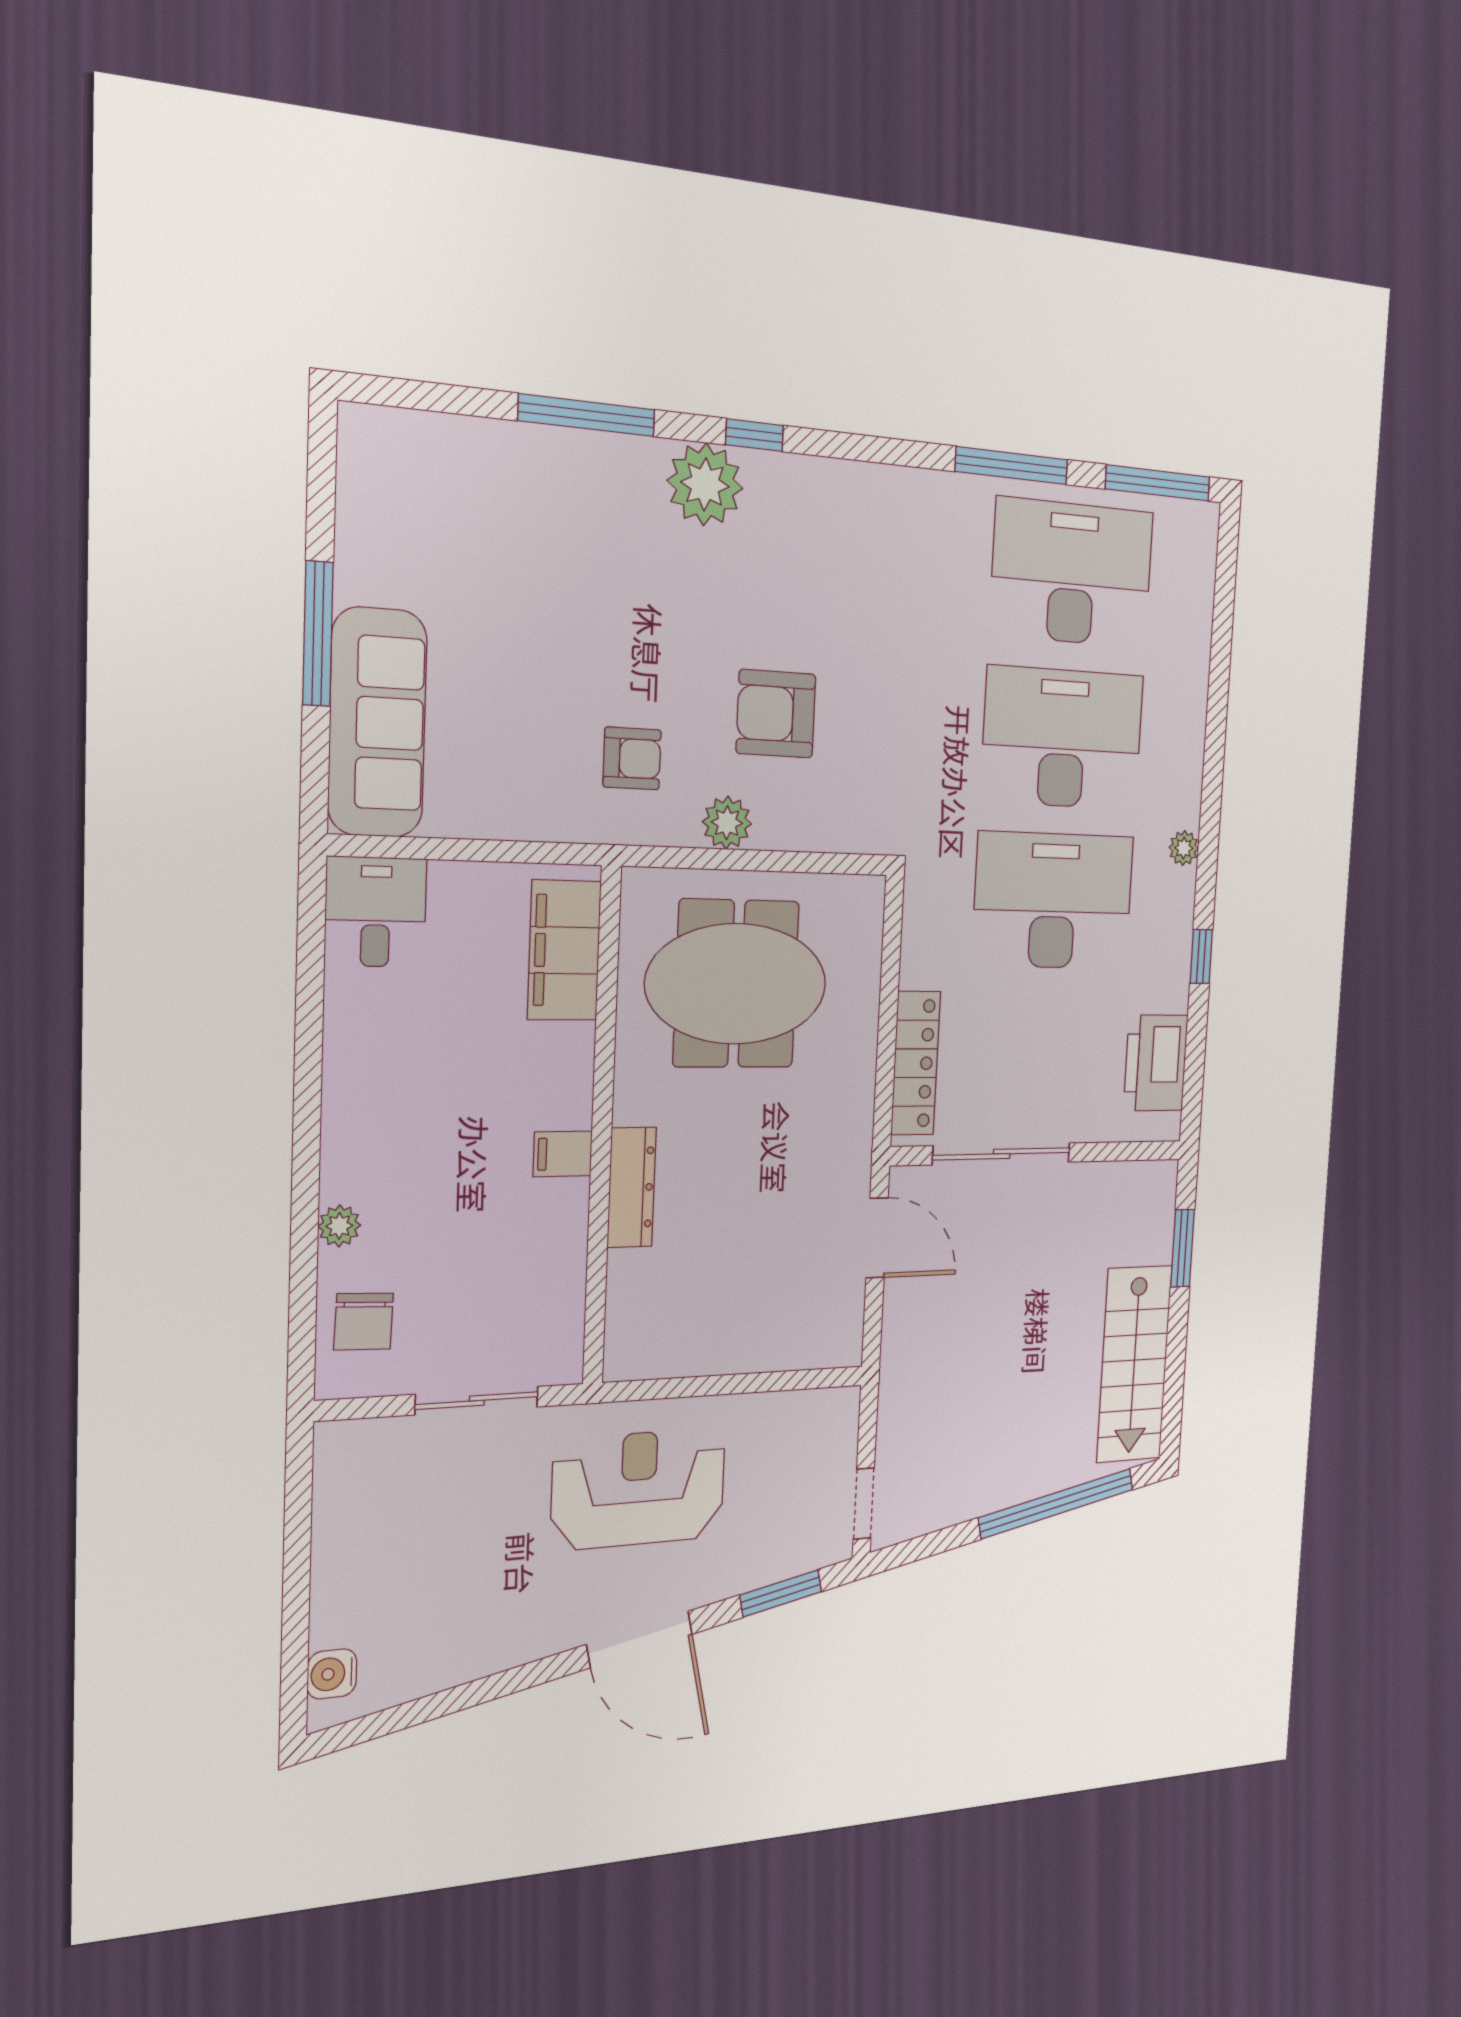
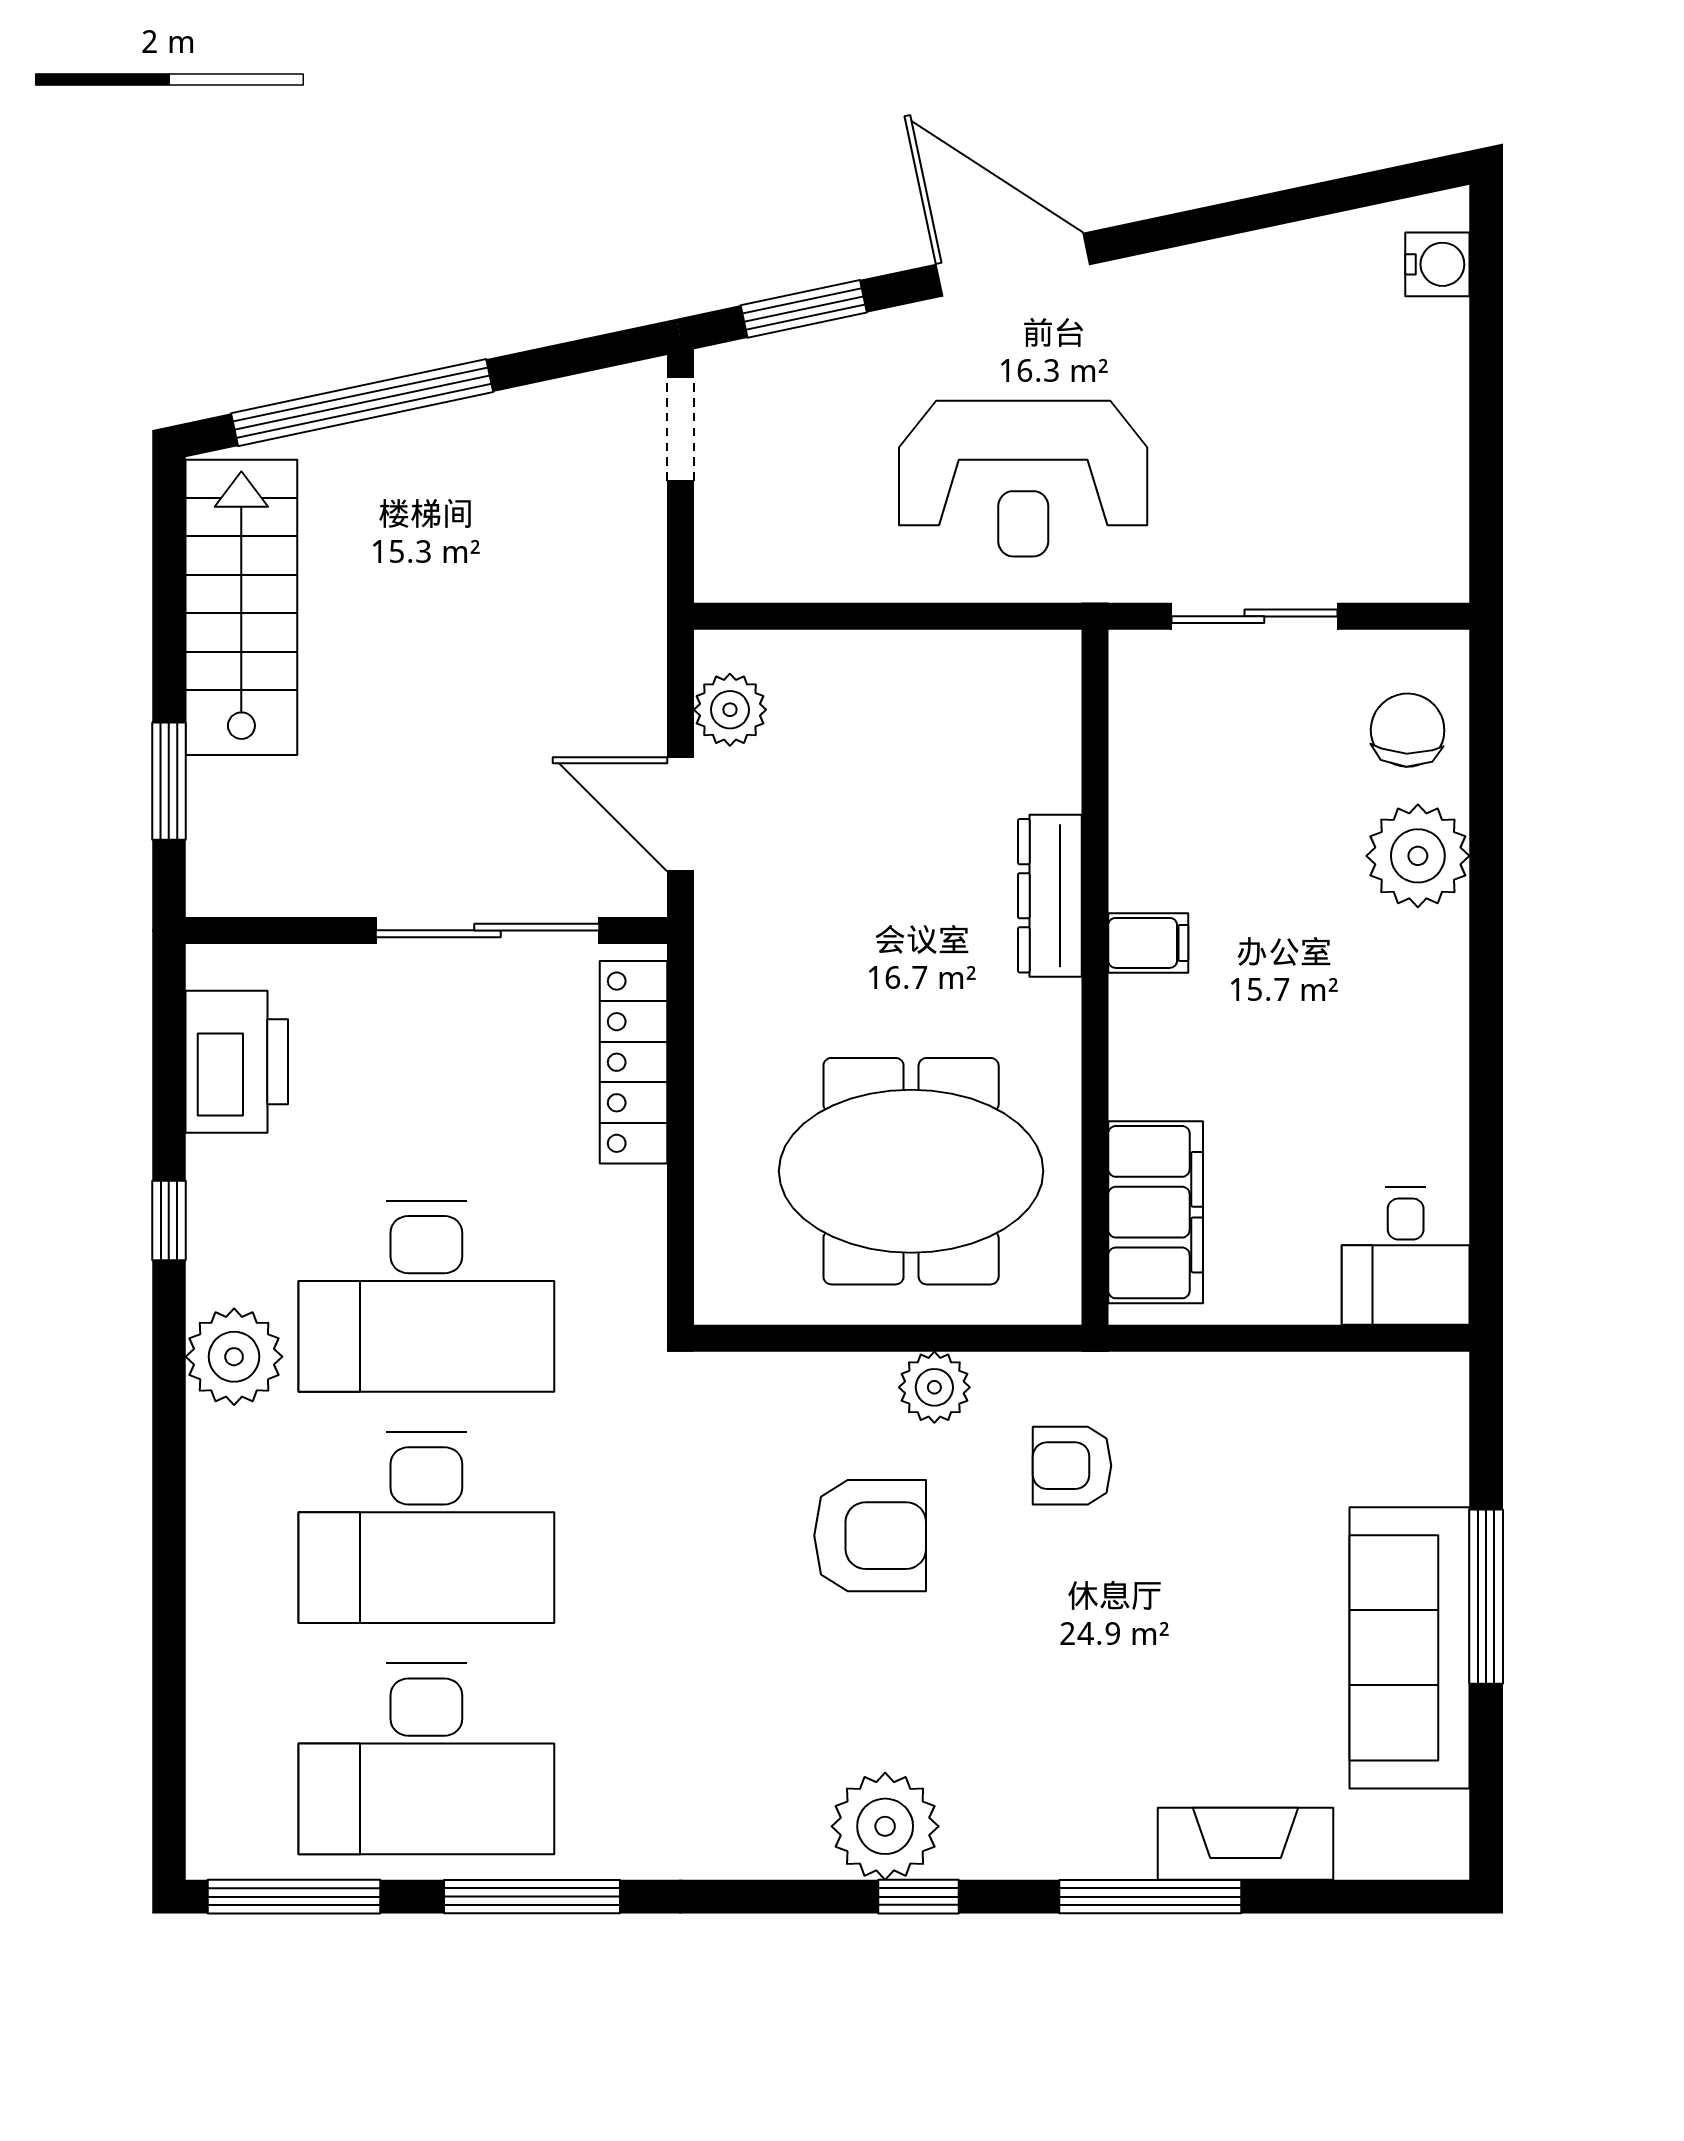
fireplace: (513, 449) -> (1245, 1844), added
plant: (705, 484) -> (885, 1826), moved
sofa: (377, 723) -> (1409, 1648), moved
plant: (1184, 848) -> (234, 1357), width x1.88, depth x1.88
plant: (339, 1226) -> (1418, 856), width x1.87, depth x1.87
plant: (842, 1312) -> (730, 710), added

